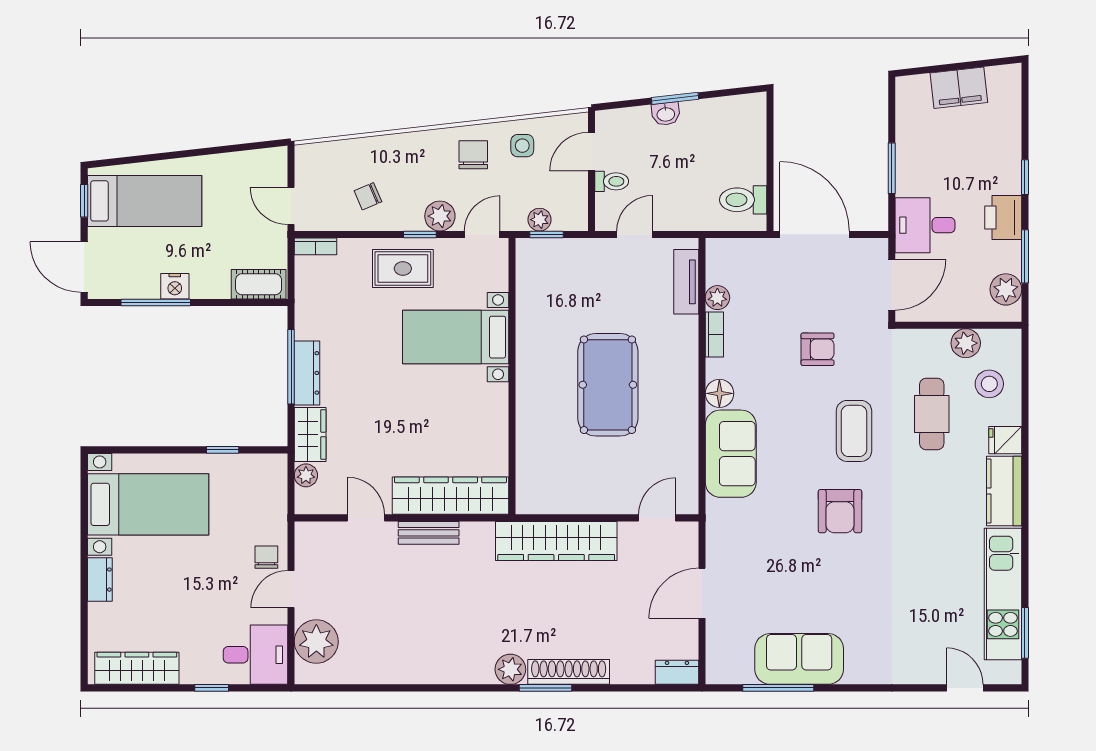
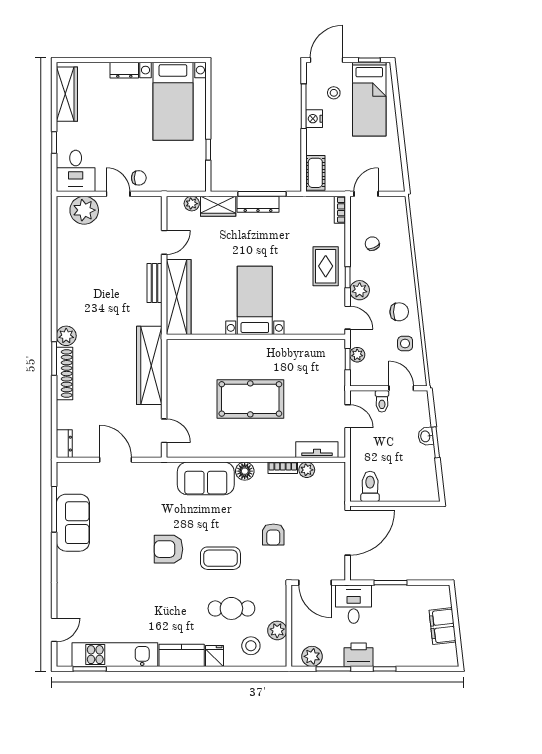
stool: (135, 256) -> (334, 93), added
bed with nightstands: (456, 337) -> (255, 300), moved

